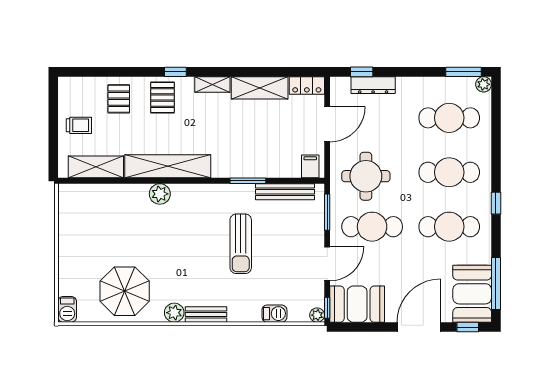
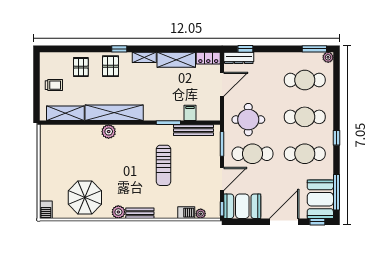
dresser: (373, 85) -> (239, 58), moved
filing cabinet: (310, 166) -> (190, 113), moved
plant: (317, 315) -> (201, 214), moved

